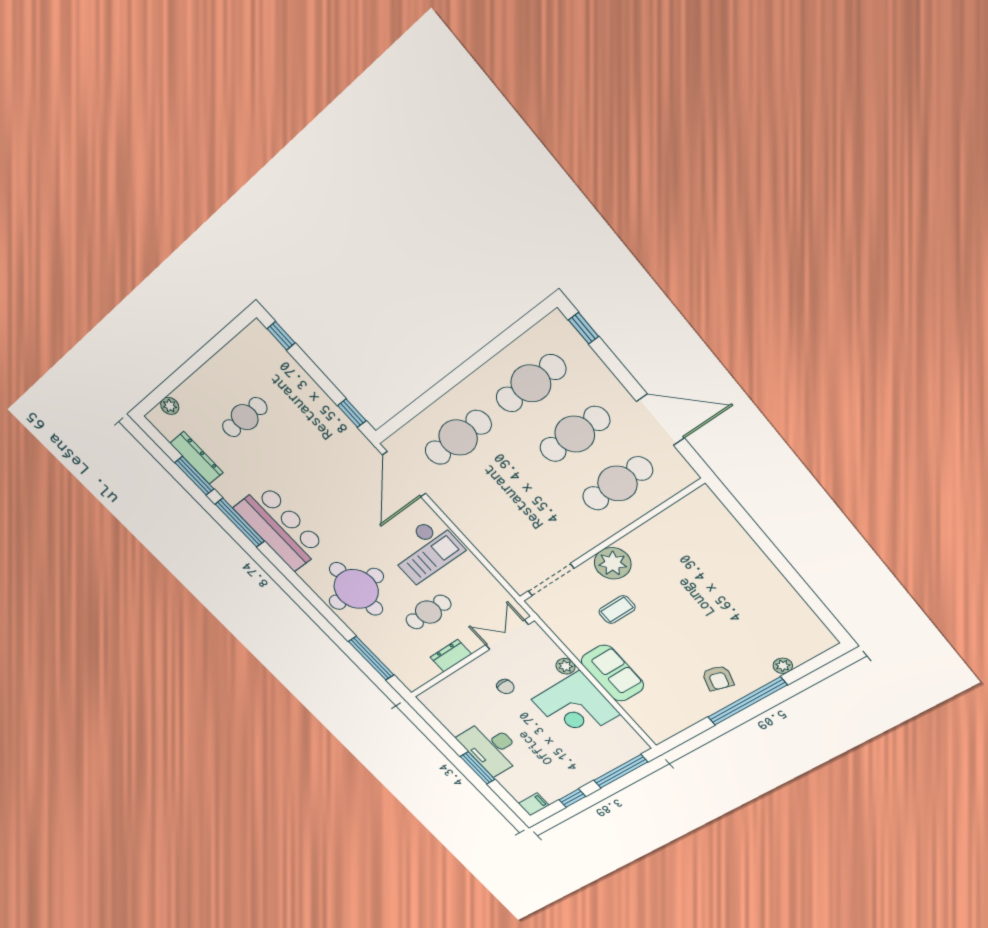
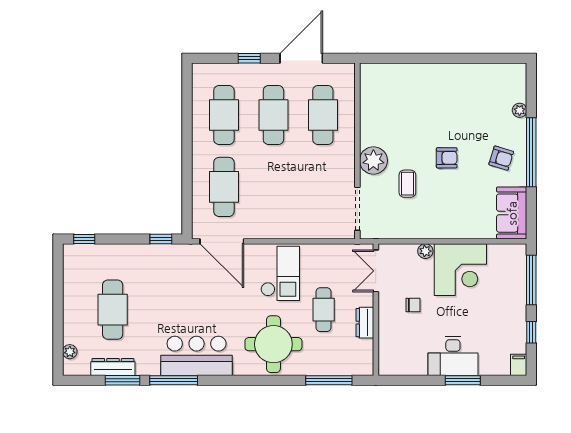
window: (584, 328) -> (249, 58), moved
cafe table: (245, 417) -> (113, 310), width x1.37, depth x1.35
armchair: (675, 629) -> (447, 158), added
sofa: (612, 673) -> (512, 213), moved, turned -90

